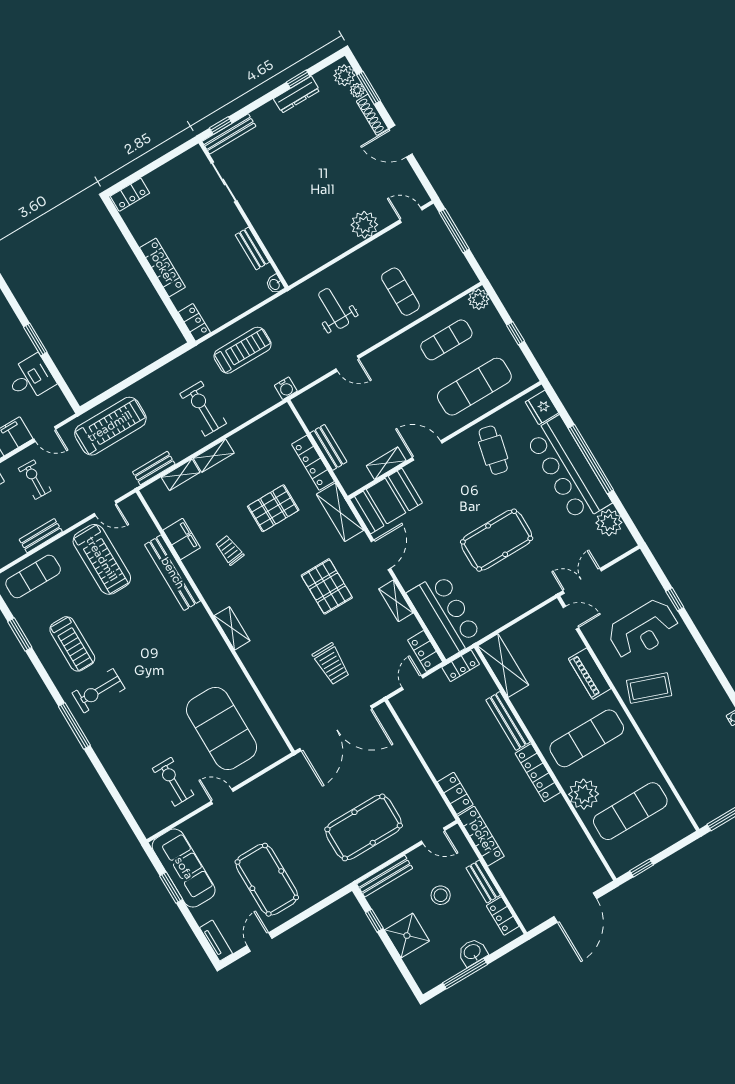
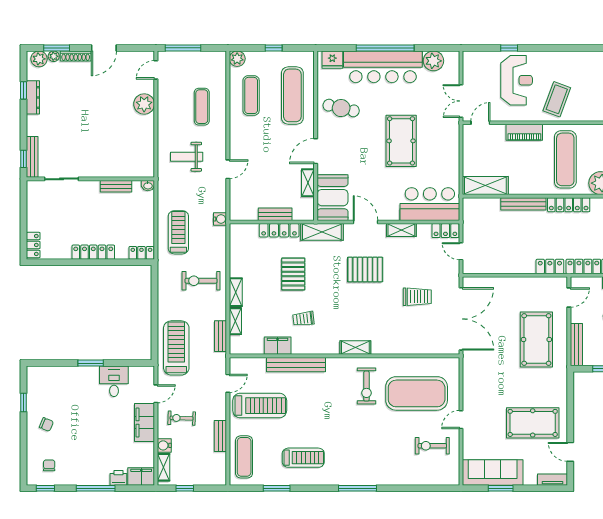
exercise mat: (400, 292) -> (202, 107), turned 90
locker: (461, 666) -> (469, 213), removed
exercise bike: (98, 691) -> (366, 386), moved

